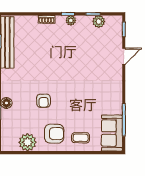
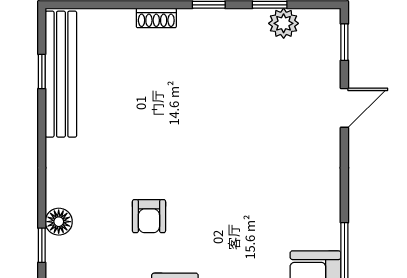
plant: (71, 20) -> (216, 20), removed

